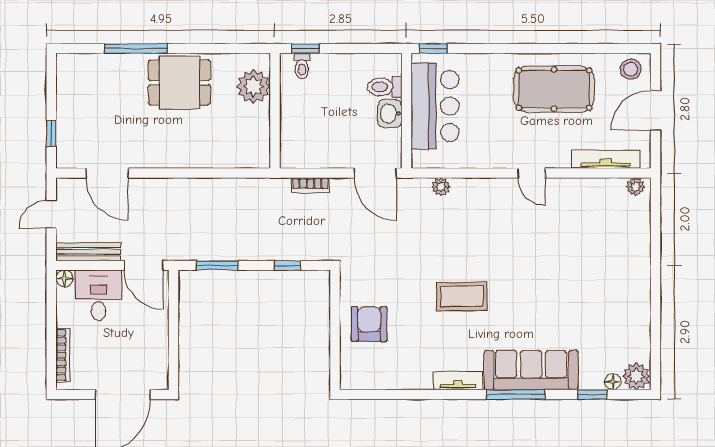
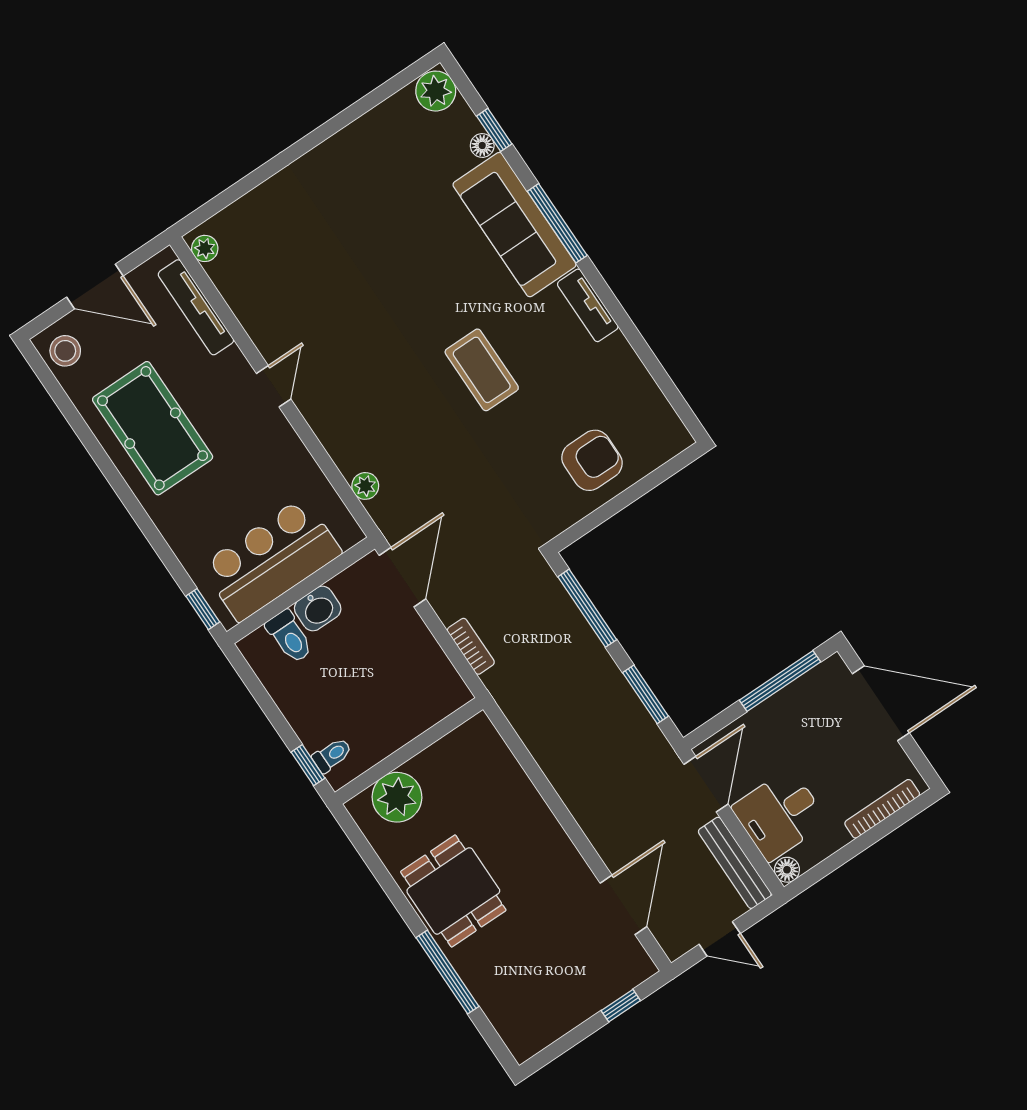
window: (288, 265) -> (587, 608), width x2.17
armchair: (369, 324) -> (592, 460), turned 180
window: (173, 346) -> (780, 681), added
floor lamp: (613, 382) -> (482, 146), moved

